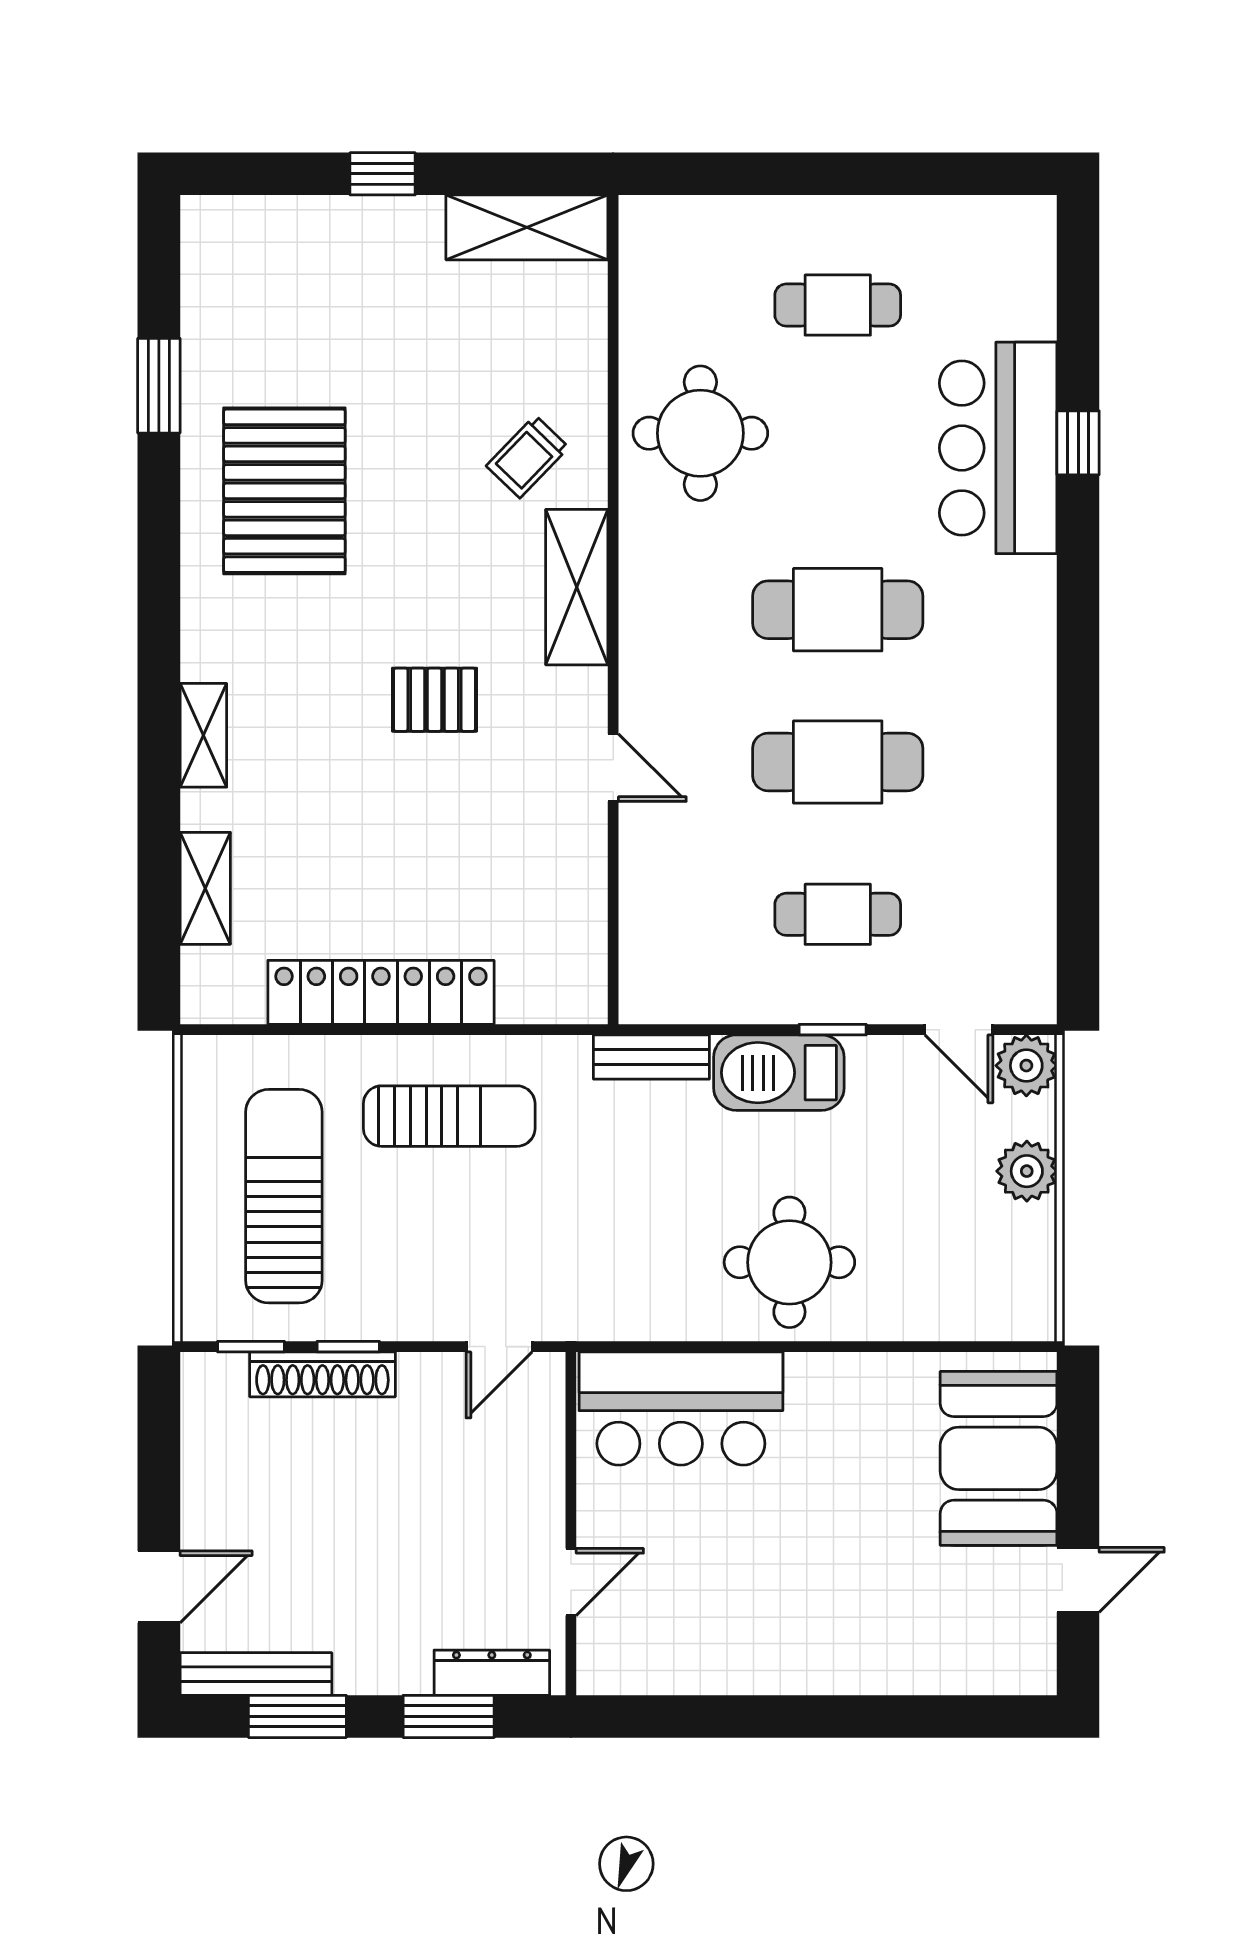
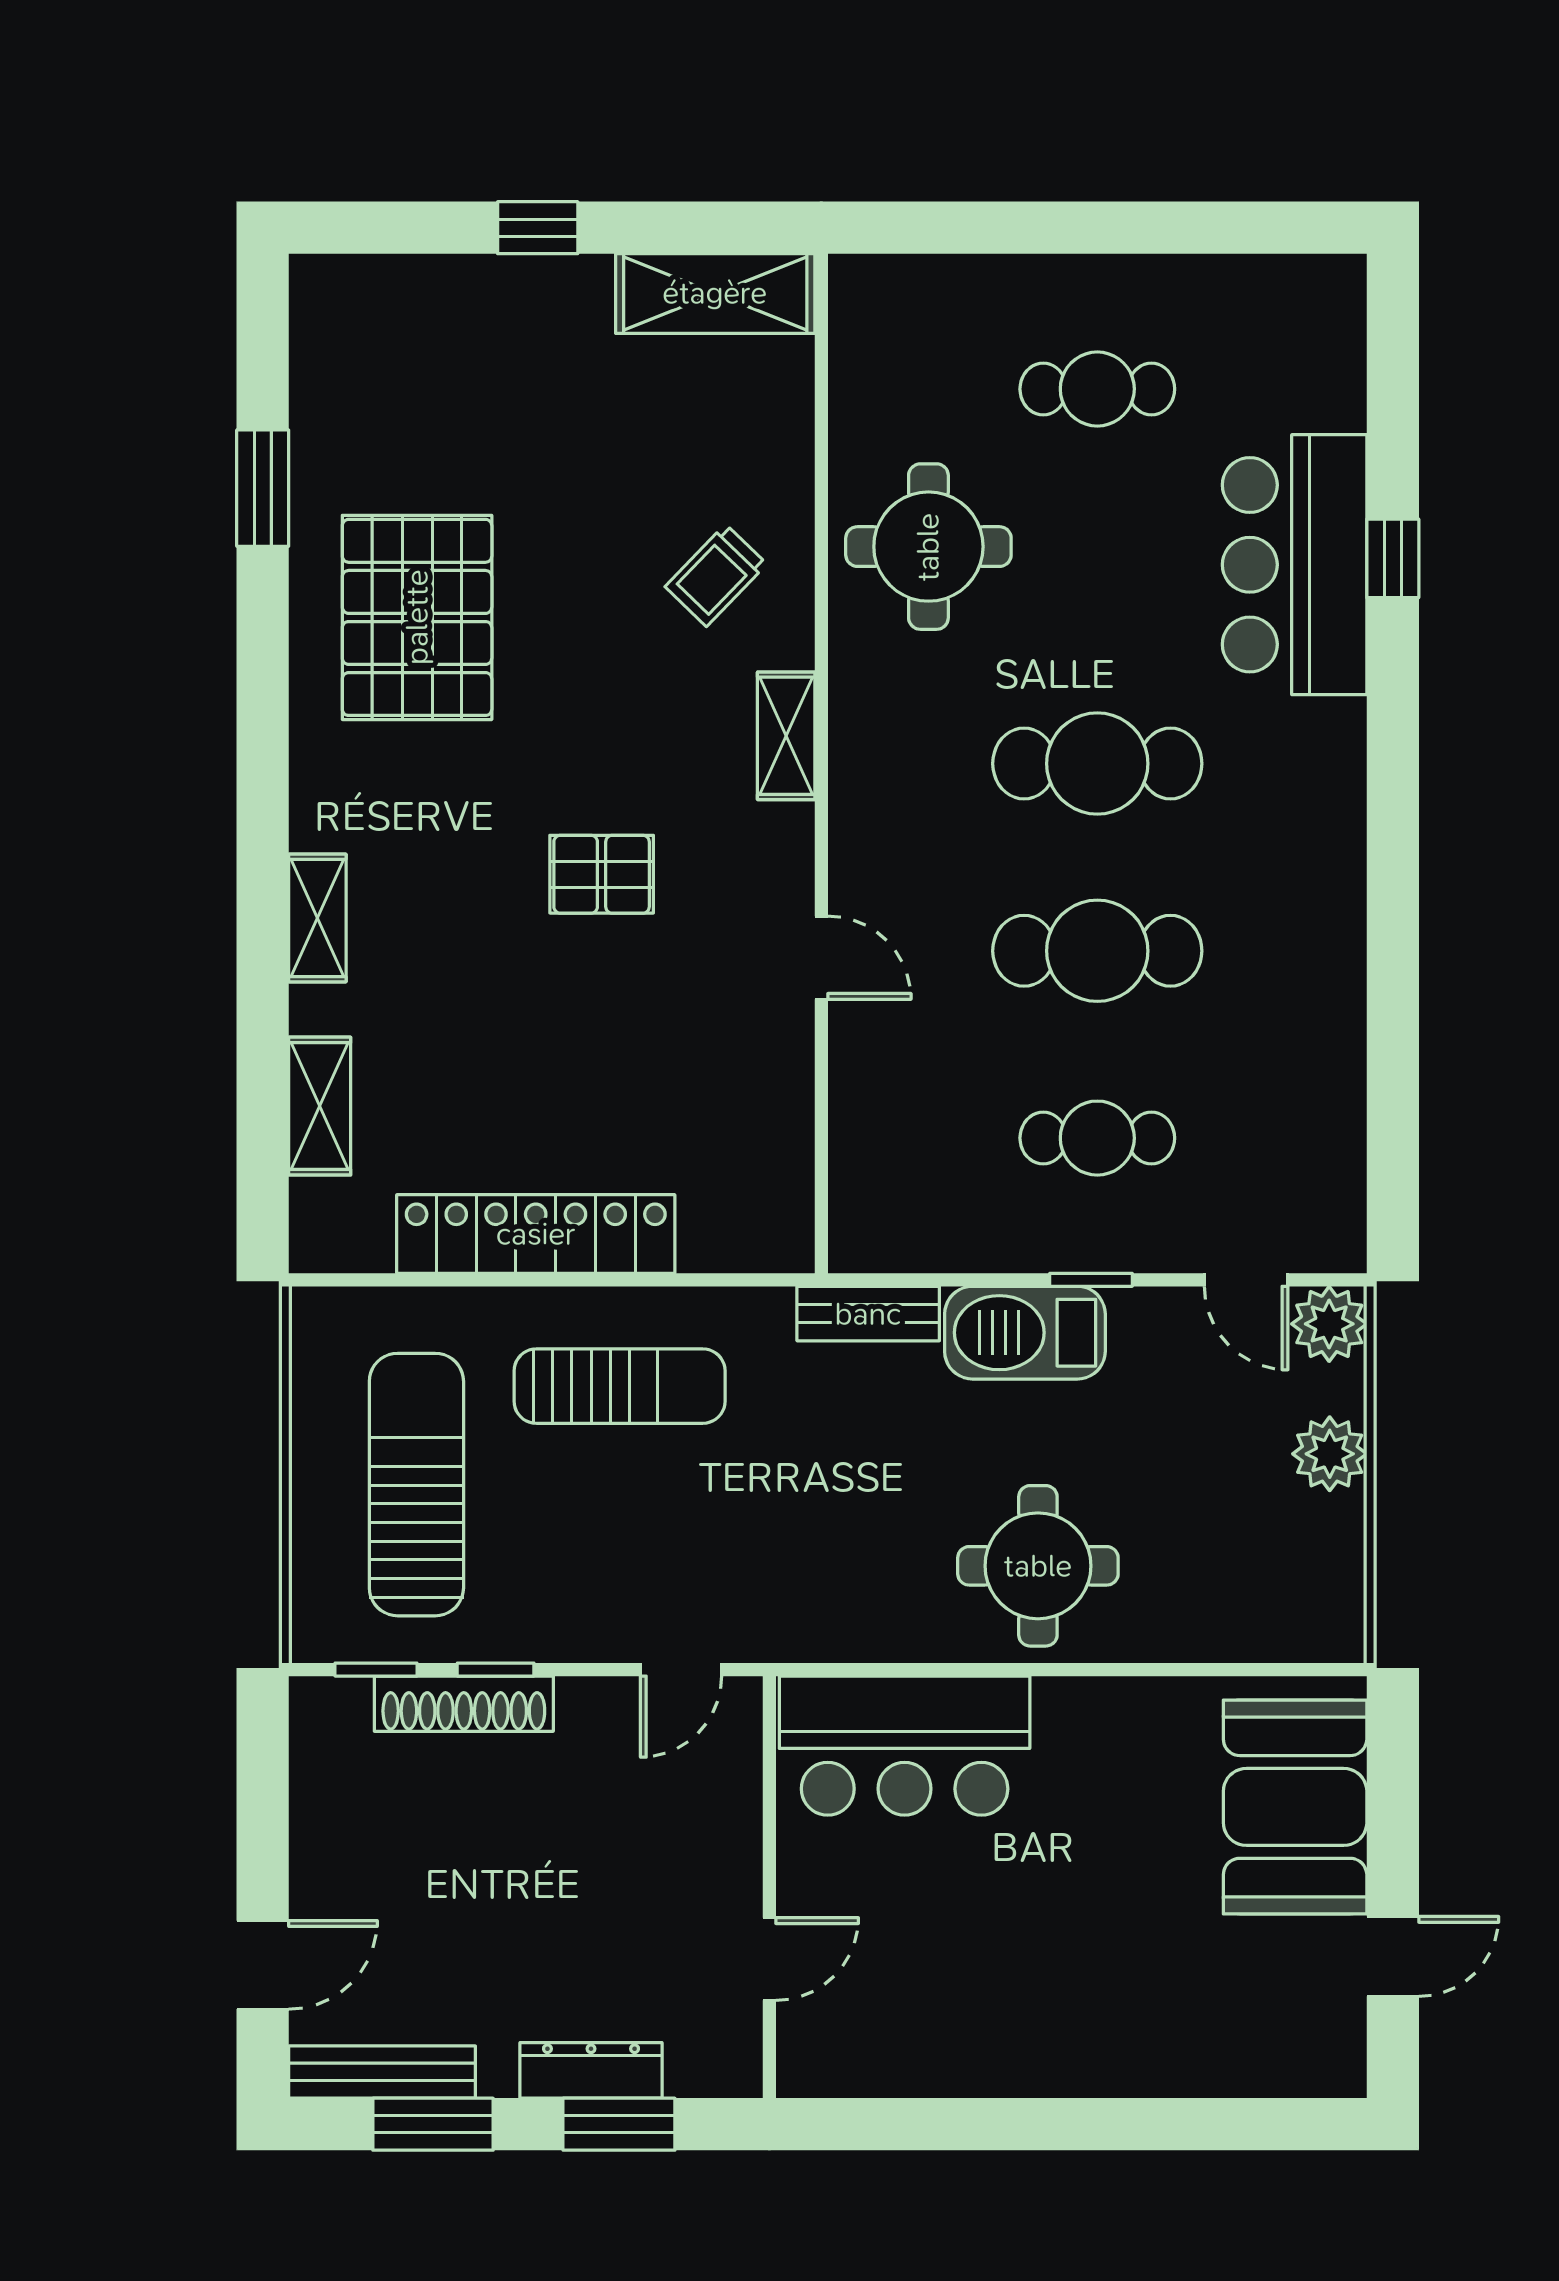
shelving: (577, 587) -> (786, 736), width x0.67, depth x0.75
dresser: (492, 1673) -> (591, 2070), moved

